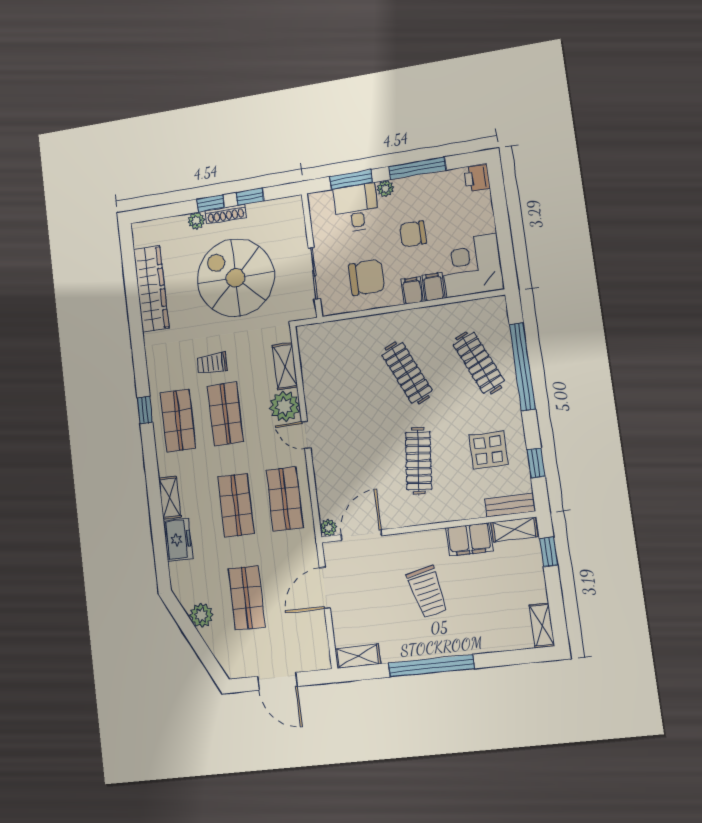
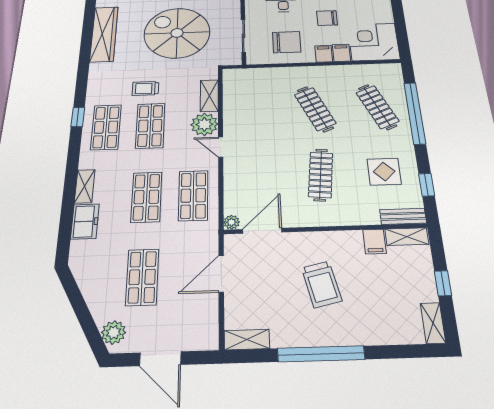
filing cabinet: (469, 539) -> (374, 242), width x0.50
window: (549, 552) -> (443, 283), moved
plant: (201, 615) -> (114, 332), moved

